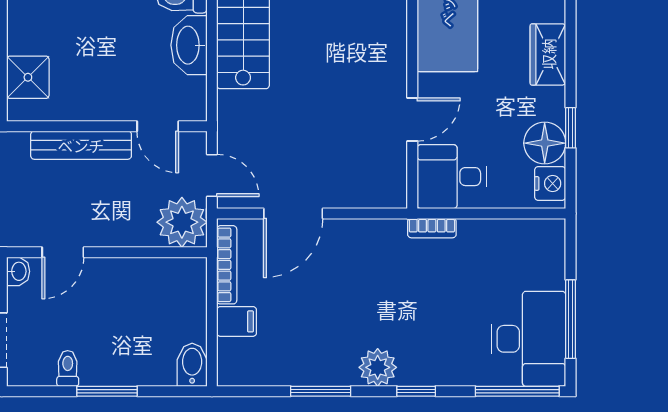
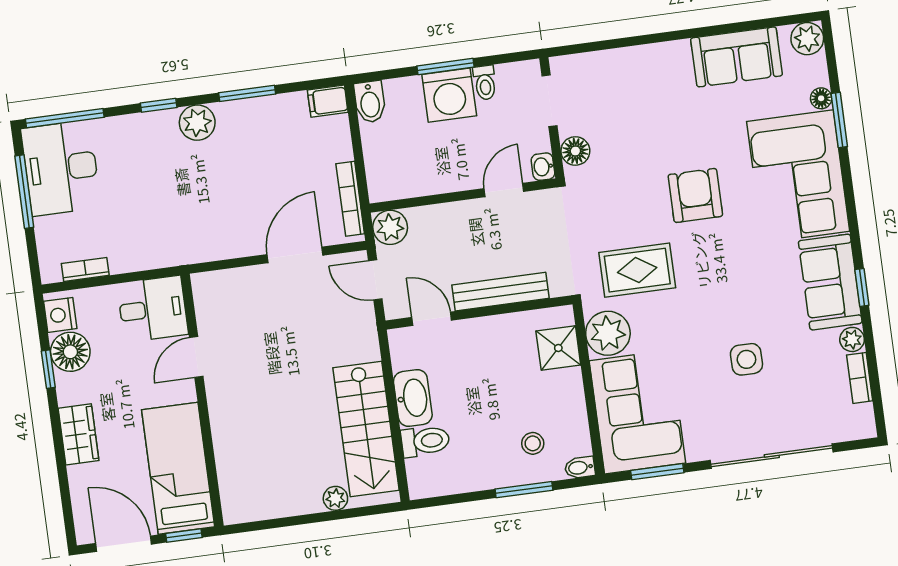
plant: (182, 222) -> (390, 227), width x0.73, depth x0.73
bookcase: (432, 228) -> (85, 269), moved
filing cabinet: (237, 321) -> (328, 101), moved
washing machine: (107, 360) -> (449, 95), added

